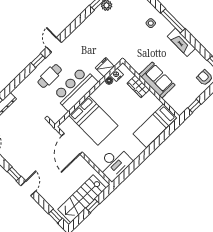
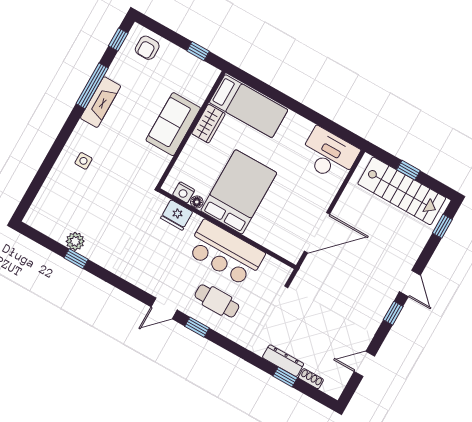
window: (173, 21) -> (92, 86), moved
wardrobe: (138, 86) -> (208, 124), moved
bed: (93, 121) -> (239, 192), moved
door: (28, 188) -> (410, 283), swing flipped

